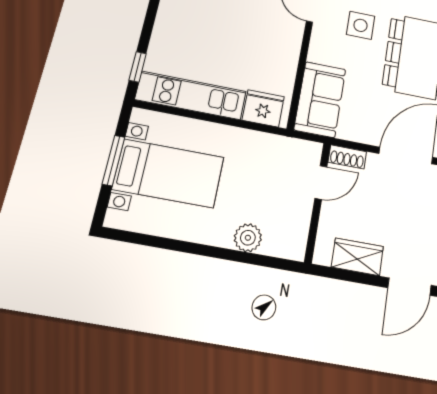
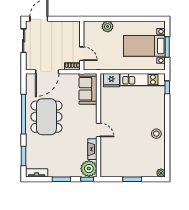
side table: (360, 25) -> (75, 126), removed
door: (321, 182) -> (82, 54), swing flipped
wardrobe: (357, 257) -> (62, 27), removed

